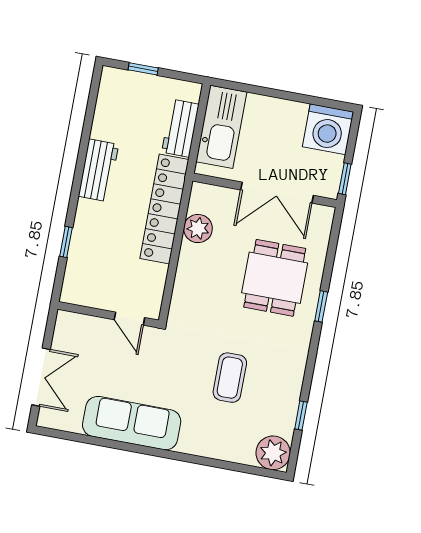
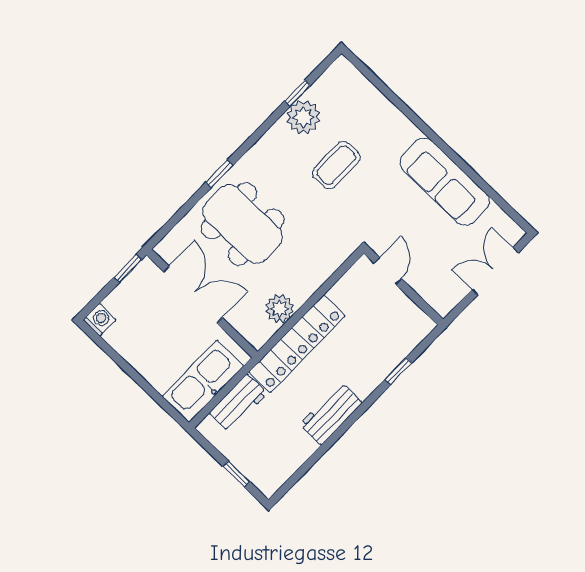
washing machine: (328, 129) -> (100, 320), width x0.53, depth x0.53
dining table: (275, 278) -> (243, 224), width x1.38
plant: (273, 453) -> (303, 117), moved

